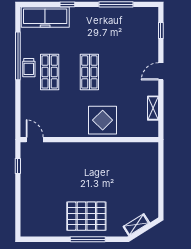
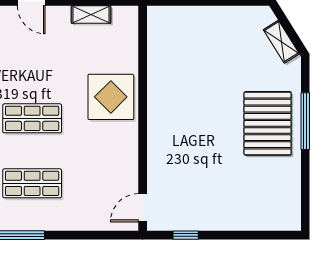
trolley: (29, 68) -> (25, 217), removed

